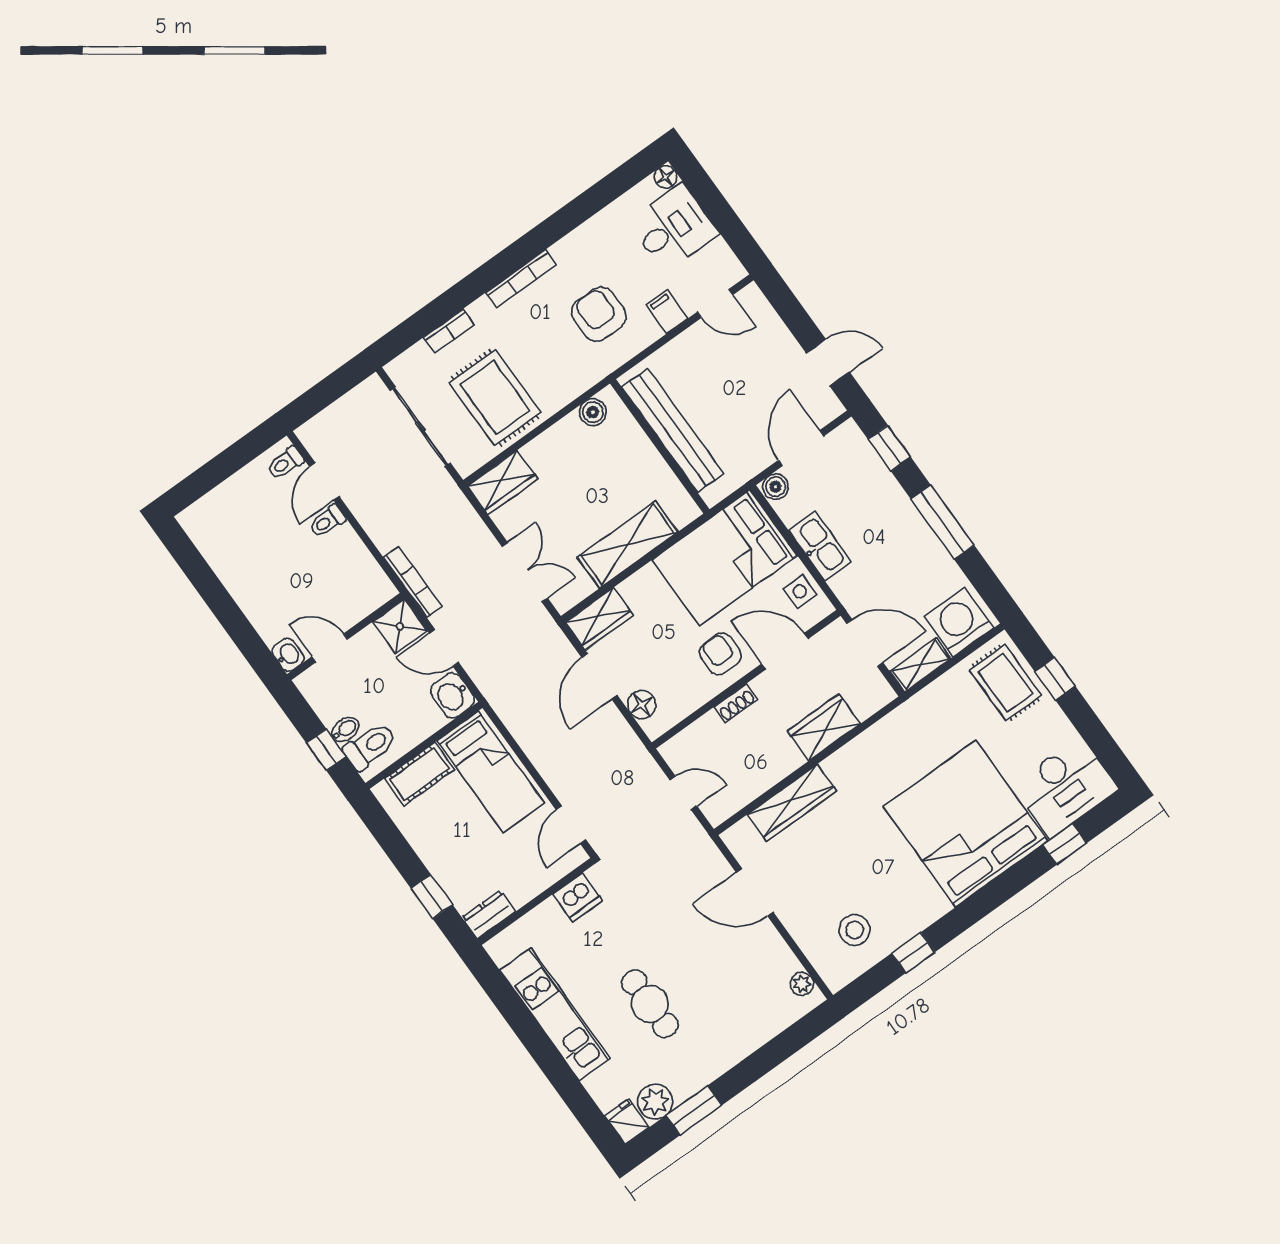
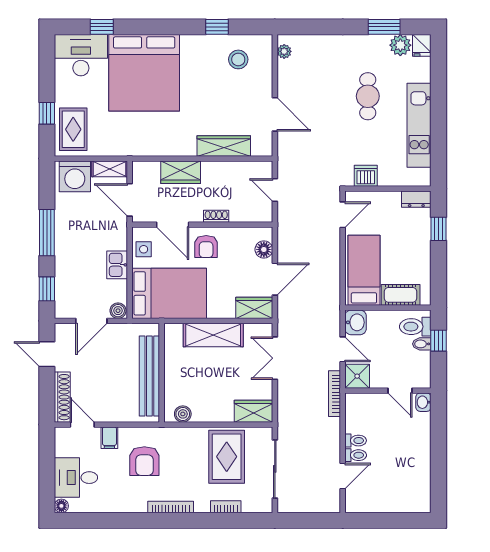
shoe rack: (767, 321) -> (62, 397), added
toilet: (285, 463) -> (356, 441), moved
kitchen sink: (820, 546) -> (117, 265), width x0.73

